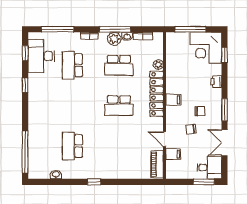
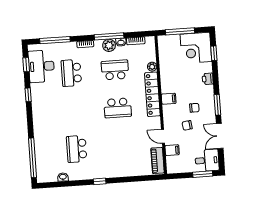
school desk: (119, 65) -> (115, 70), turned 180

